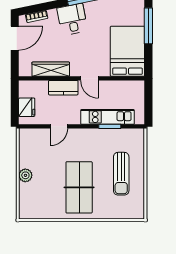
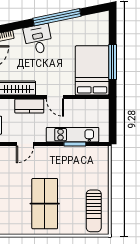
window: (148, 26) -> (113, 62), moved
sun lounger: (121, 174) -> (94, 211), moved

